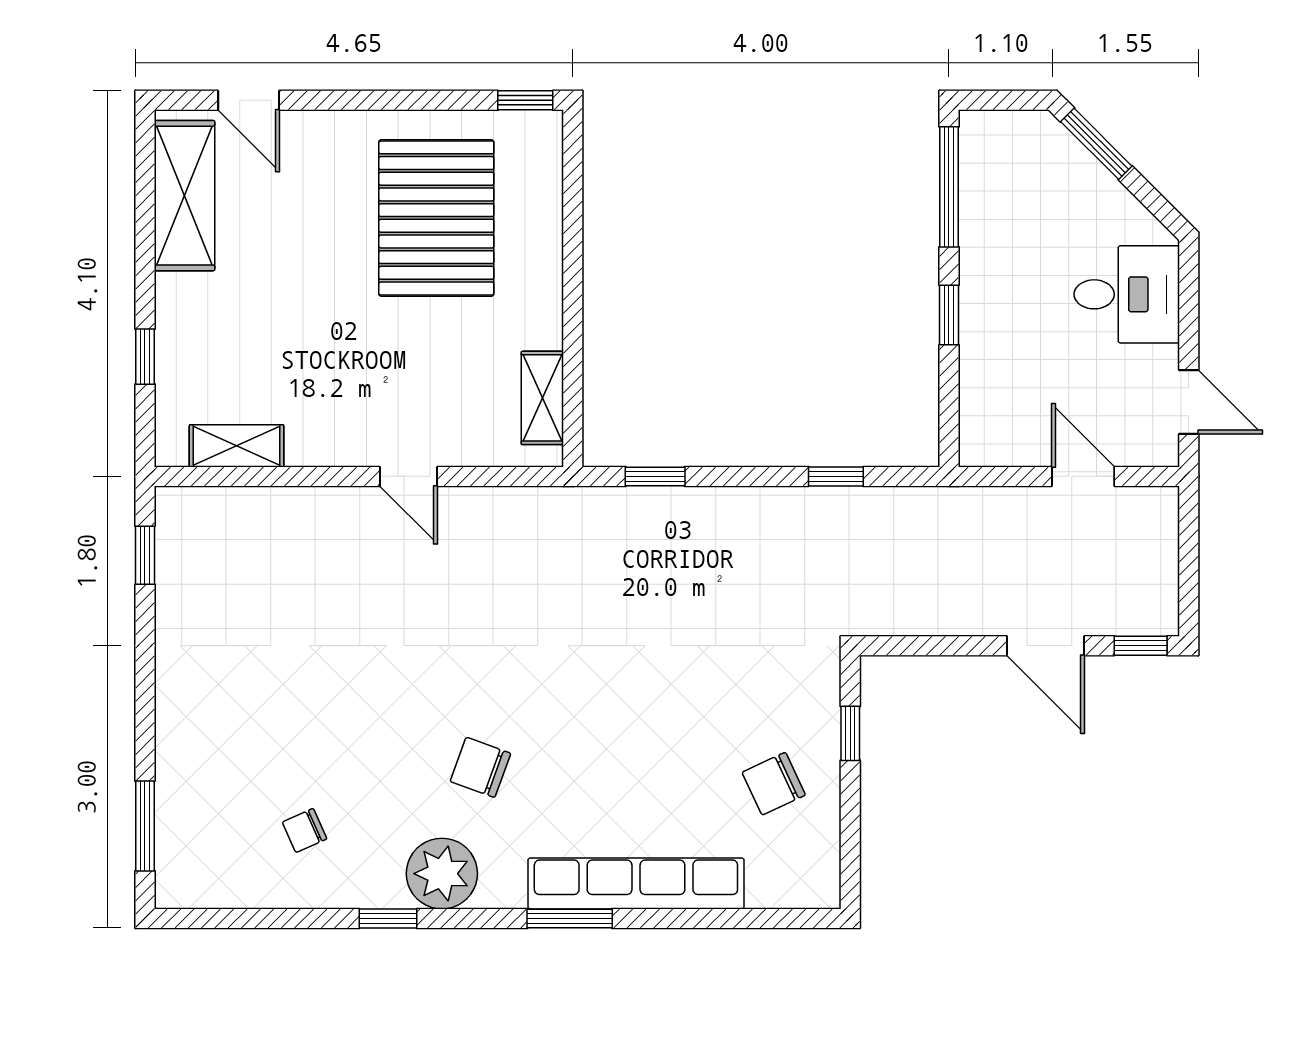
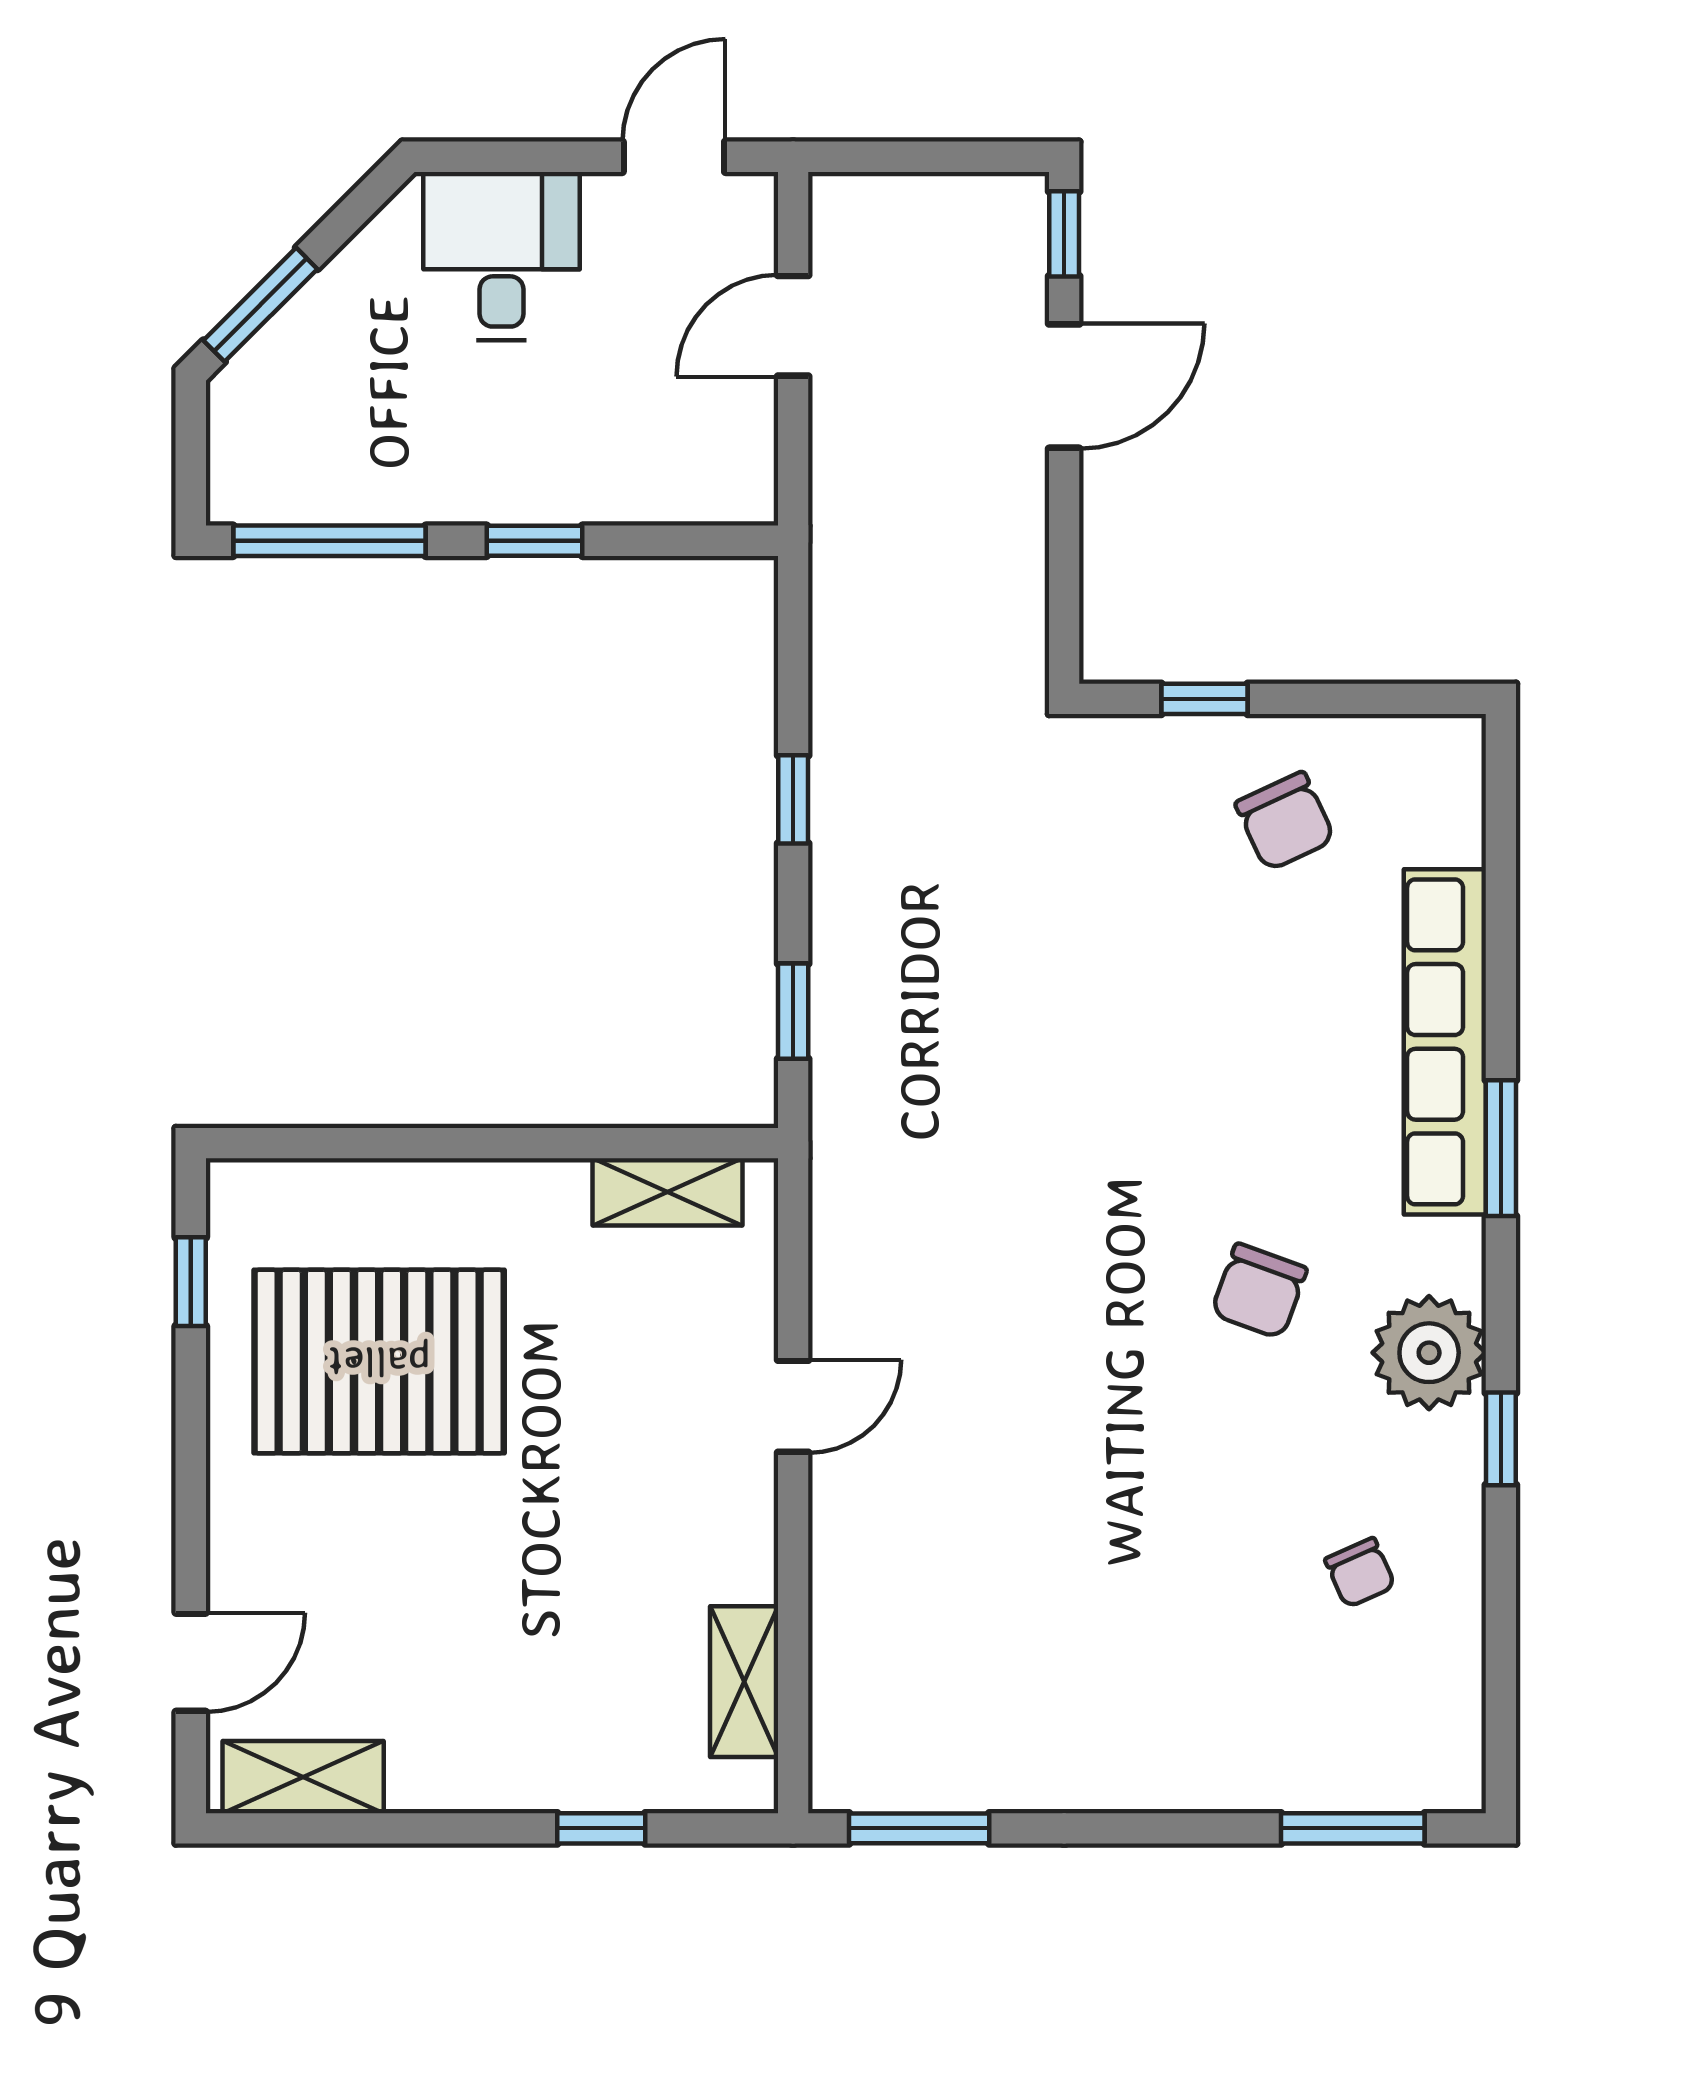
window: (525, 100) -> (191, 1282), moved
shelving: (184, 196) -> (303, 1777), width x0.67, depth x0.75
window: (836, 476) -> (793, 799), moved
window: (145, 555) -> (919, 1828), width x1.50

